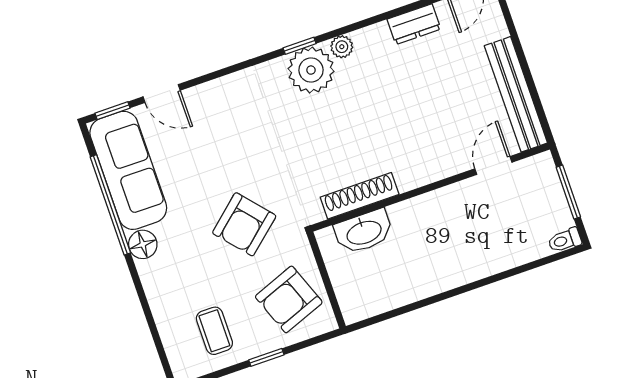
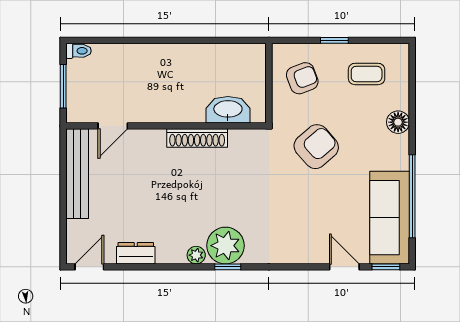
shoe rack: (360, 196) -> (197, 138), moved
floor lamp: (143, 244) -> (398, 122), moved
armchair: (289, 299) -> (302, 78), width x0.72, depth x0.72
coffee table: (214, 331) -> (367, 74), turned 90

